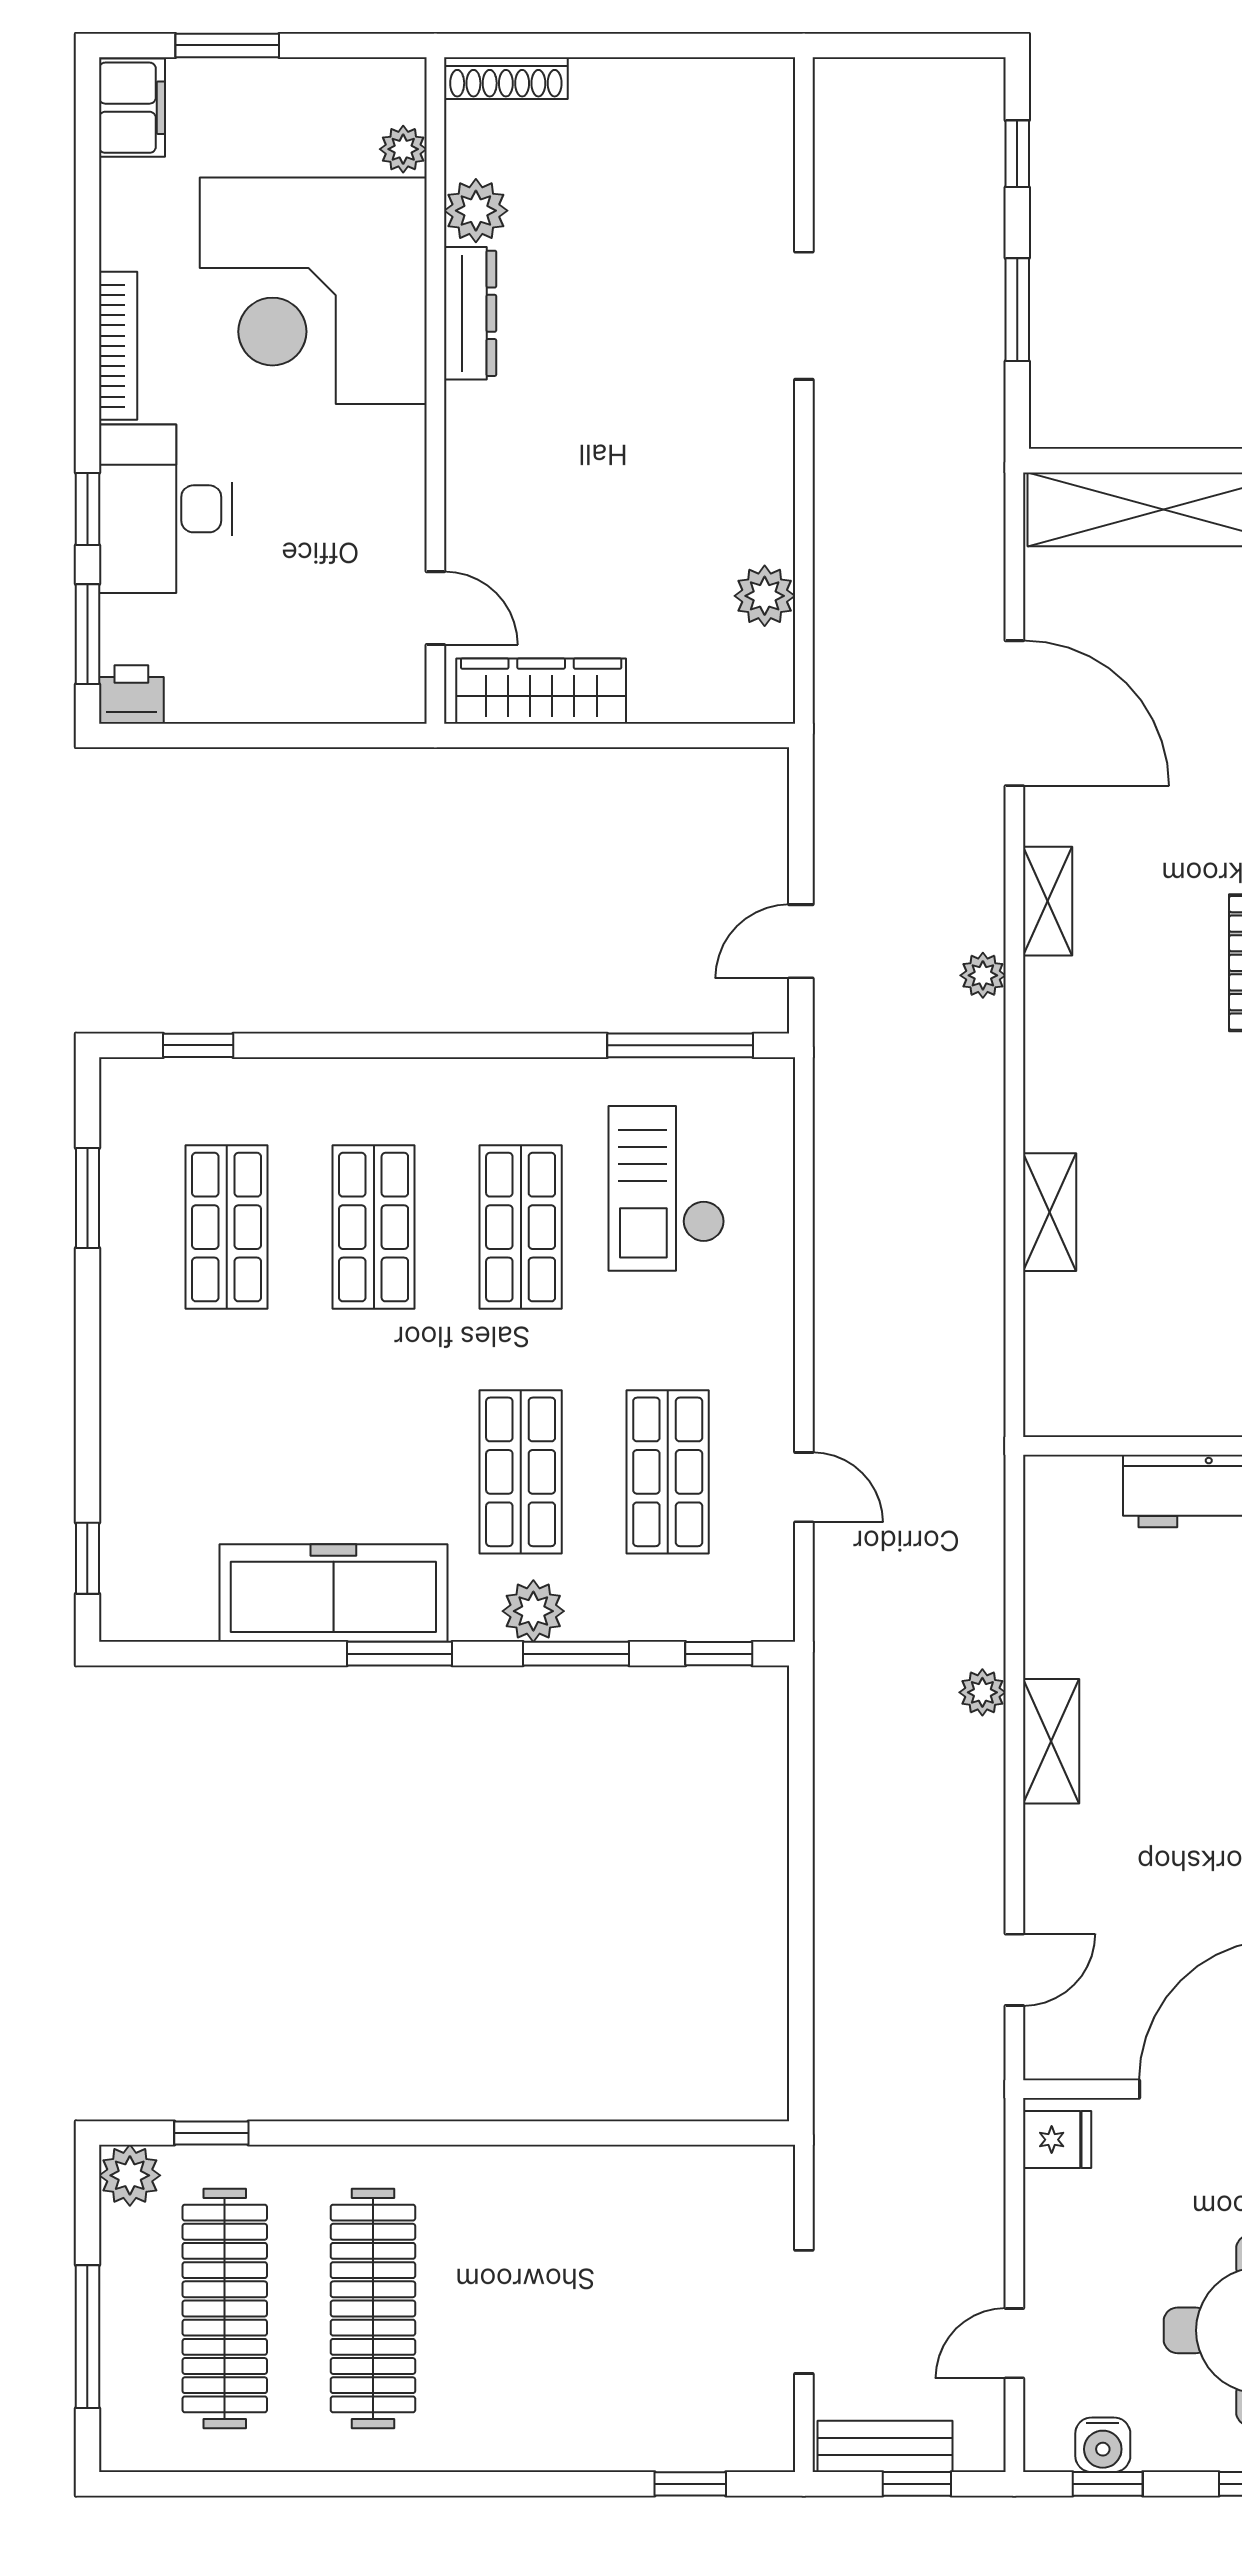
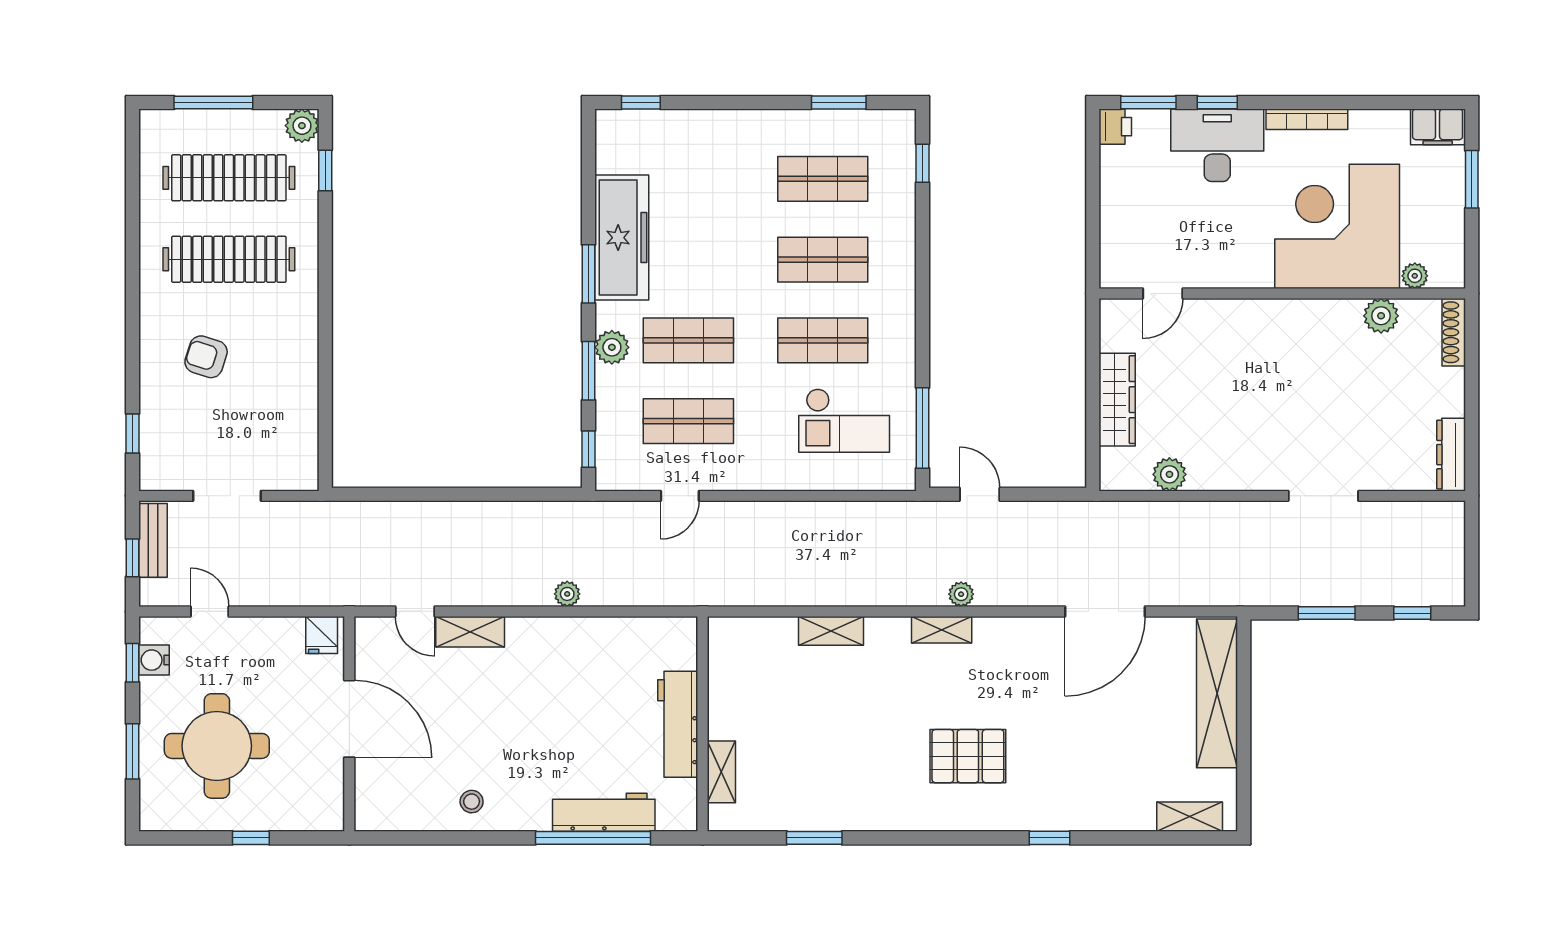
dresser: (470, 313) -> (1451, 455), moved, turned 90
wardrobe: (541, 691) -> (1117, 400), moved
shelving: (1048, 901) -> (942, 630), moved
checkout: (667, 1188) -> (844, 420), turned 180
shelving: (1051, 1741) -> (470, 632), moved
armchair: (551, 2350) -> (206, 357), added

